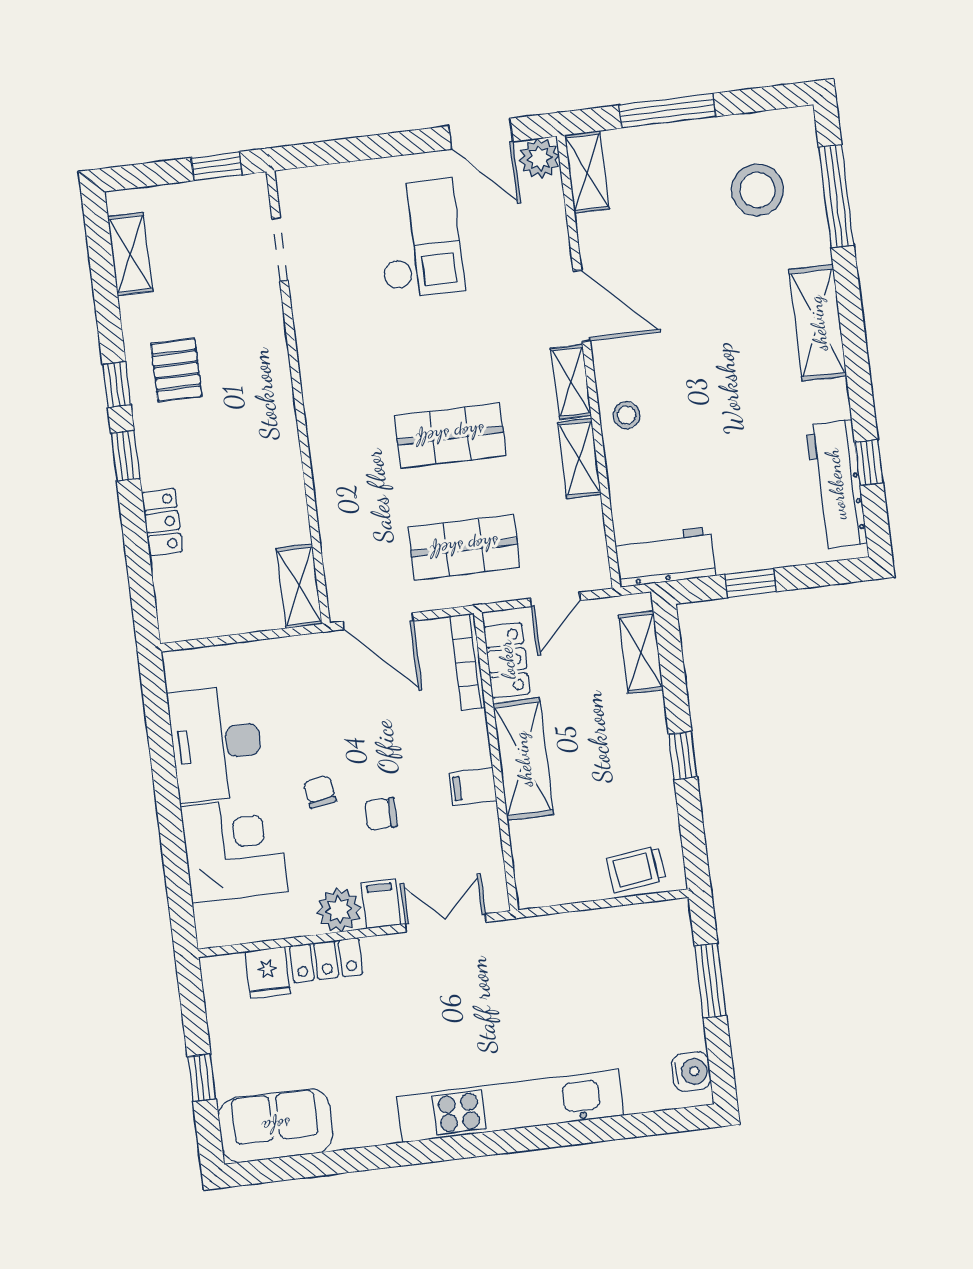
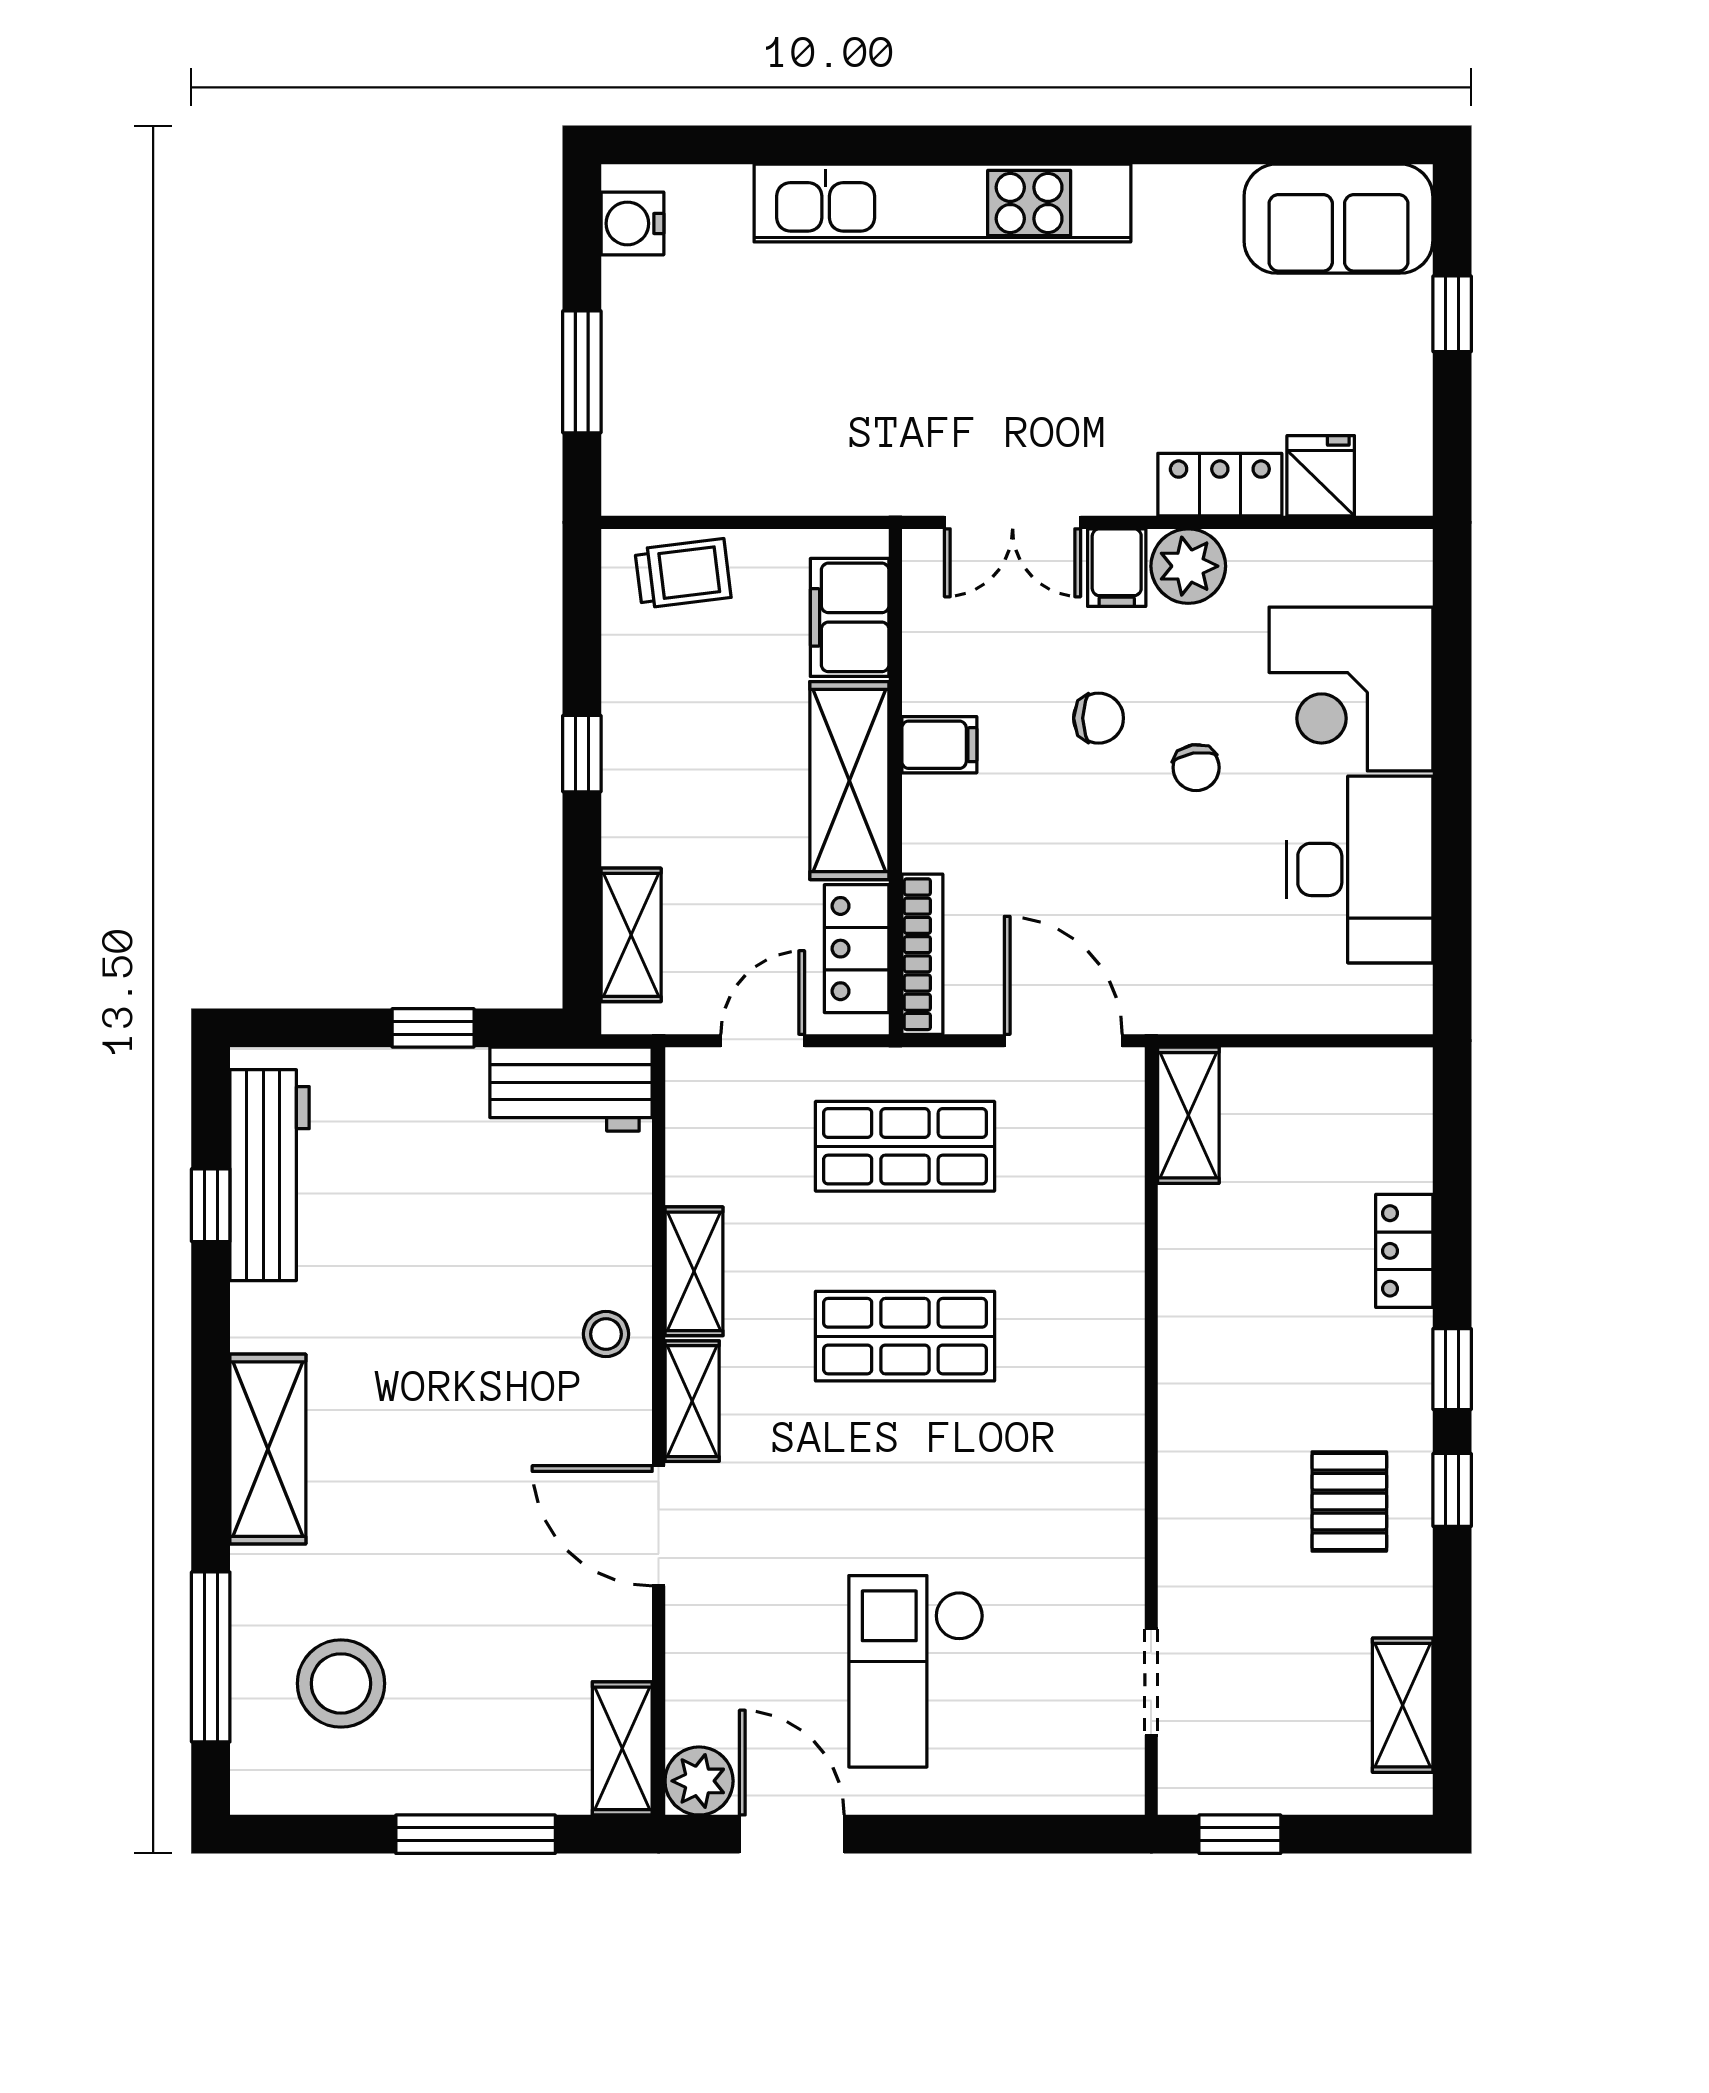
filing cabinet: (535, 855) -> (850, 617), added

